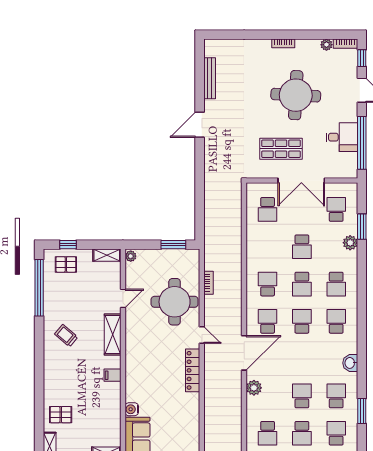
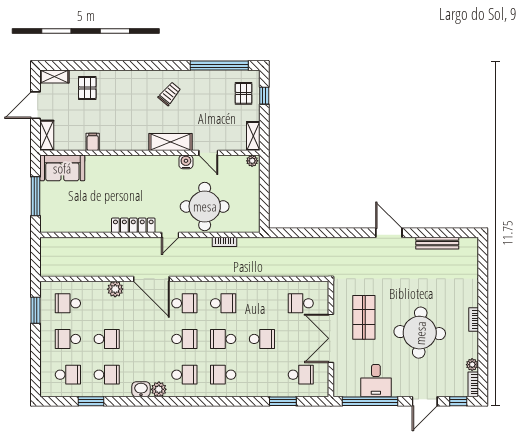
plant: (350, 243) -> (159, 389), moved
window: (173, 245) -> (264, 205), removed
school desk: (302, 247) -> (262, 339), turned 180
filing cabinet: (112, 375) -> (93, 142), moved
water cooler: (132, 409) -> (186, 162), moved

